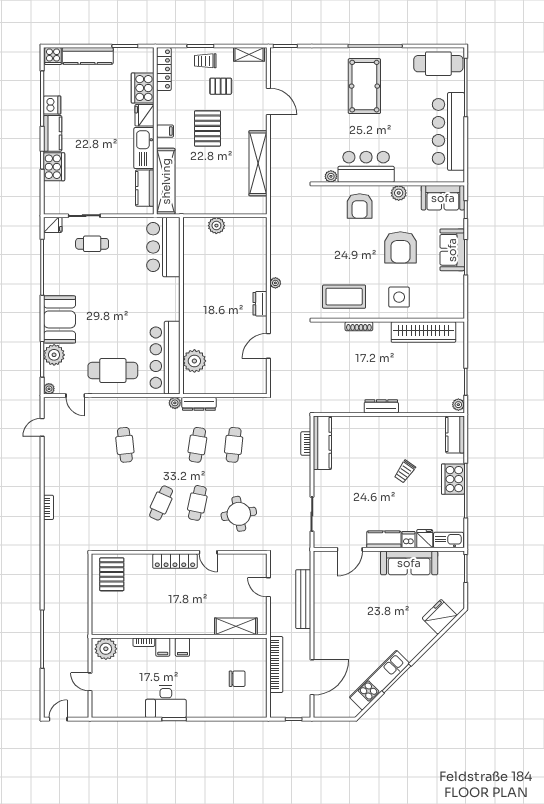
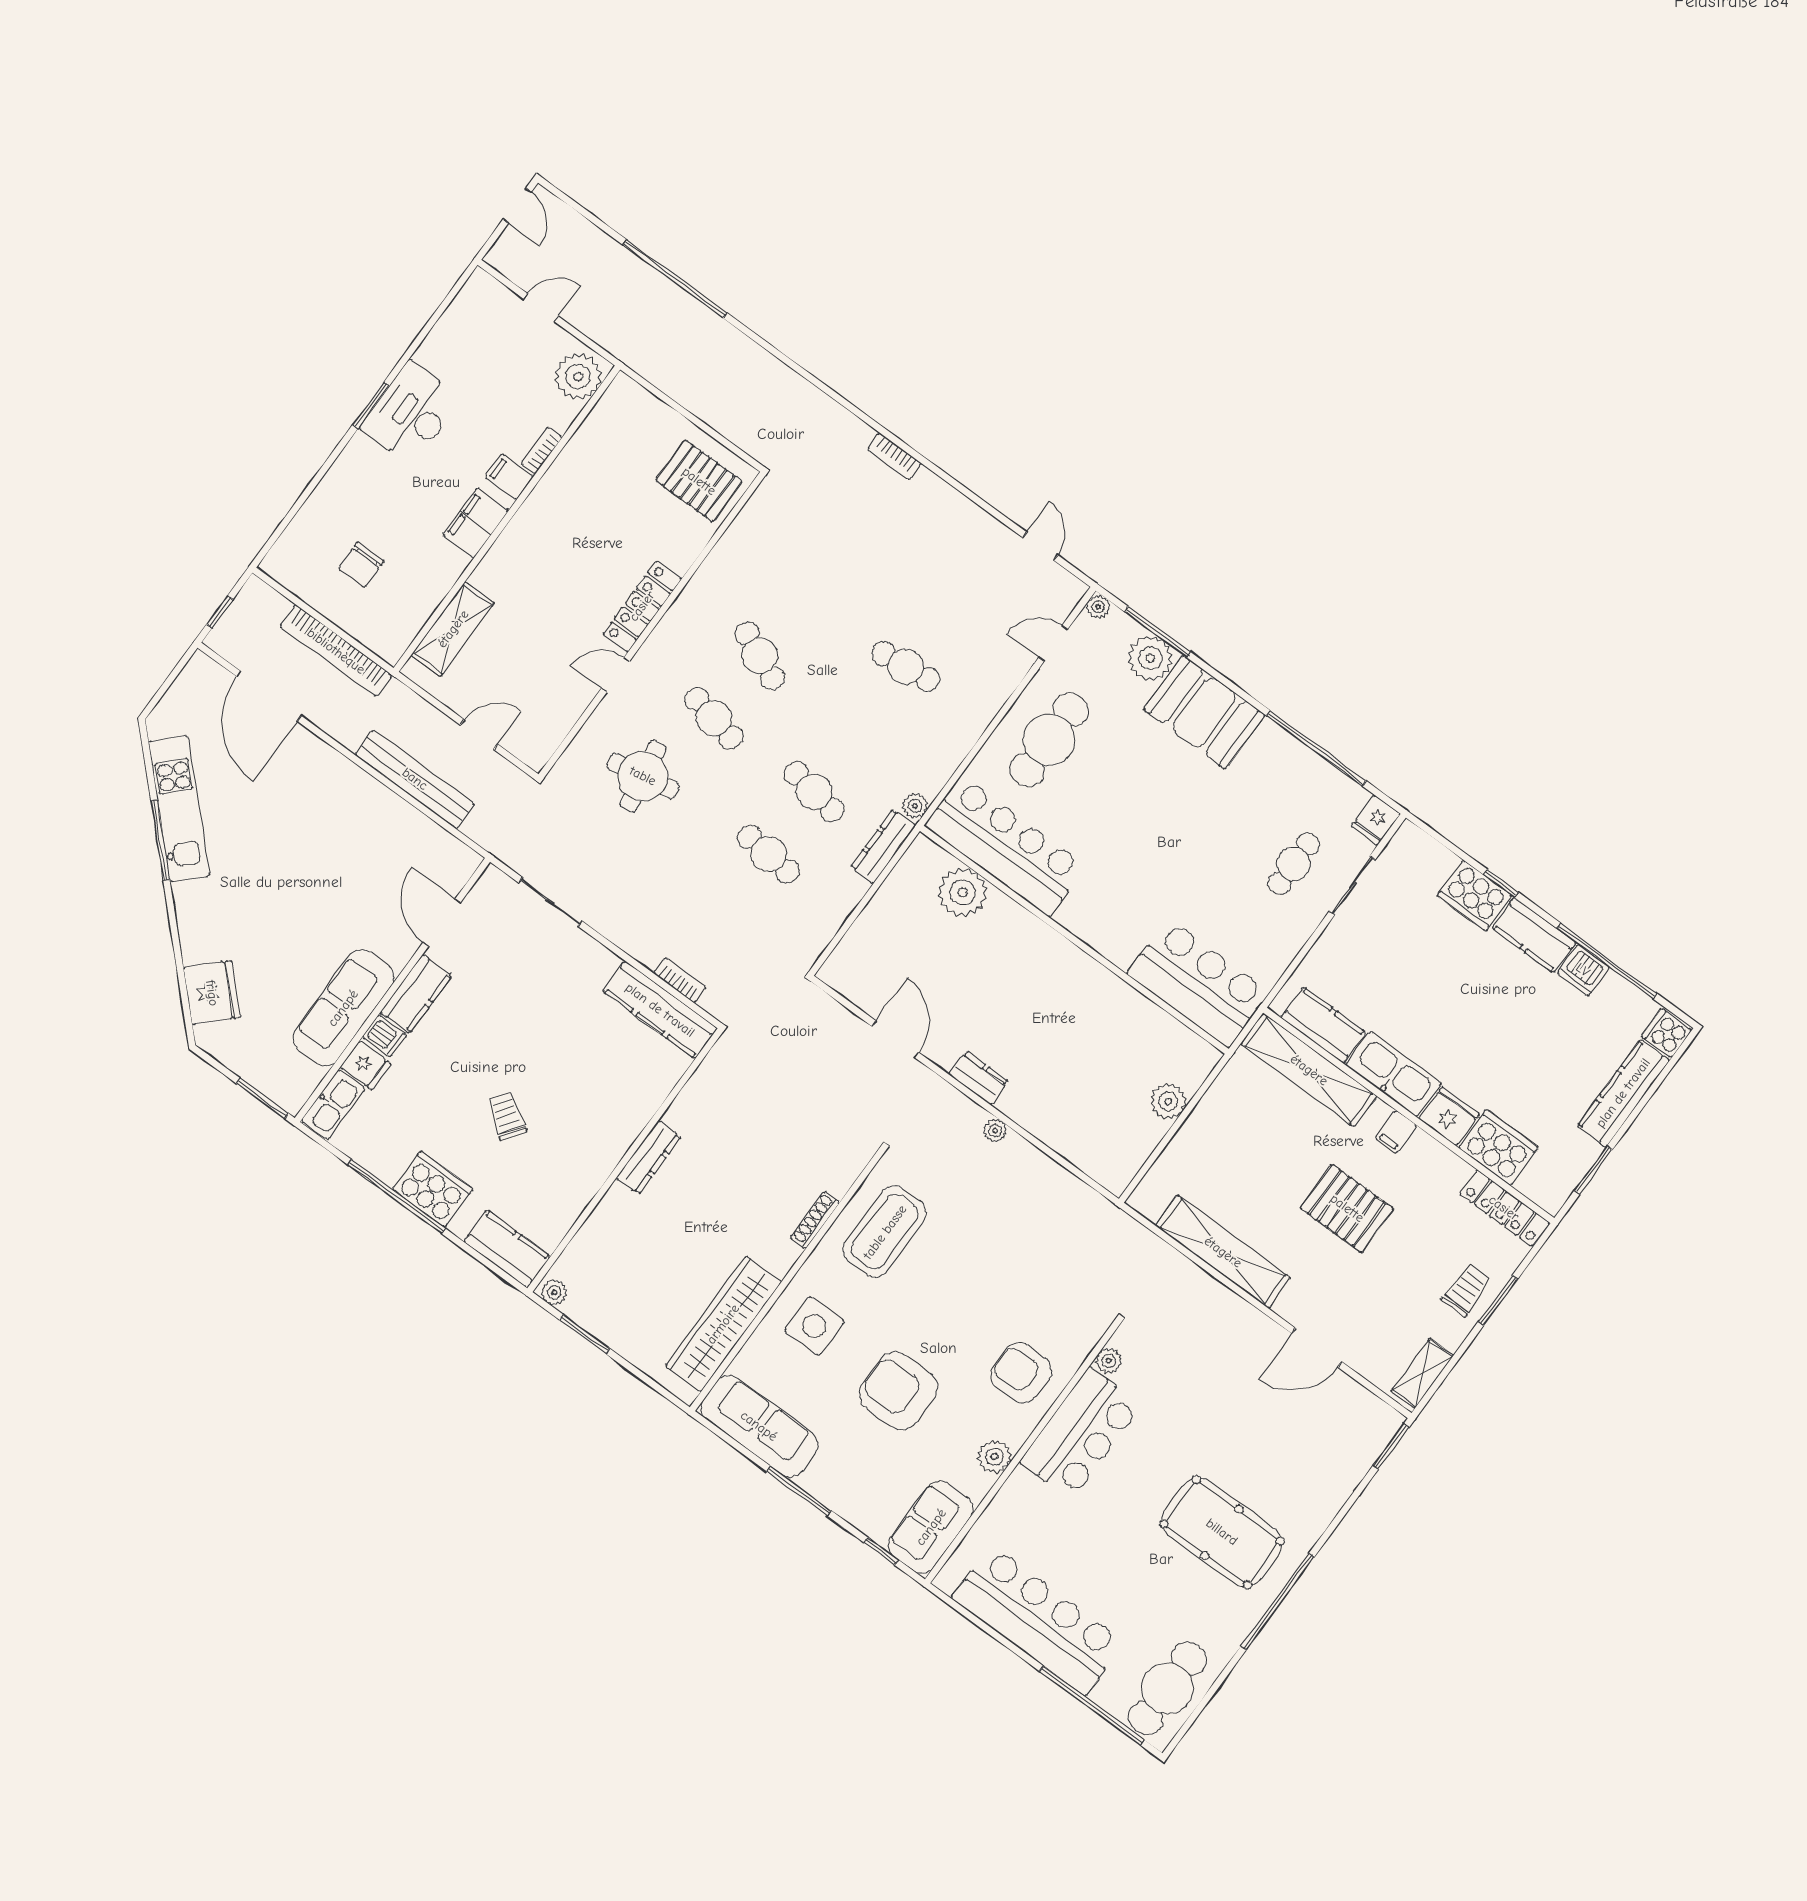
pallet: (221, 86) -> (1403, 1285), removed
sofa: (452, 250) -> (759, 1426), moved, width x1.36
filing cabinet: (182, 647) -> (475, 523), width x2.00

